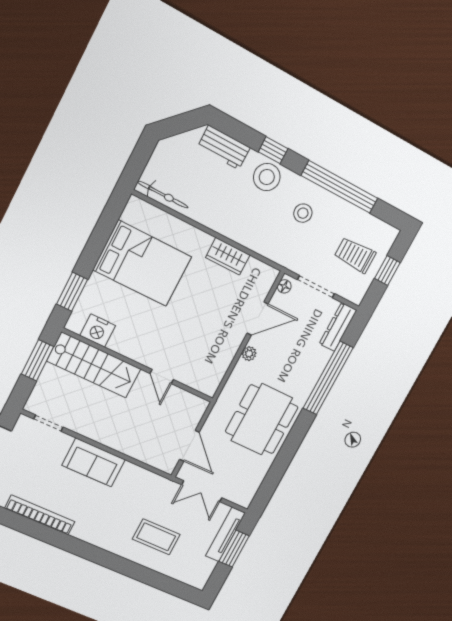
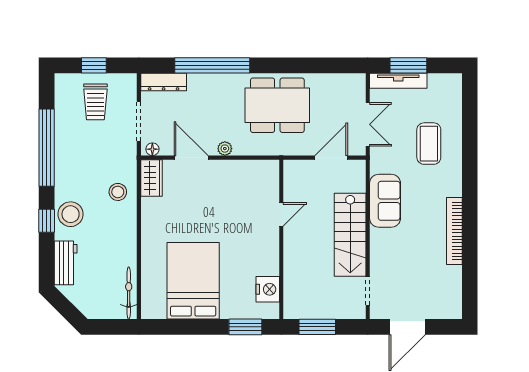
stool: (303, 213) -> (118, 192), moved
wardrobe: (228, 256) -> (152, 178), moved
stairs: (94, 365) -> (350, 235), moved, turned 180
sofa: (94, 462) -> (385, 201), moved
bookcase: (40, 515) -> (454, 231), moved

